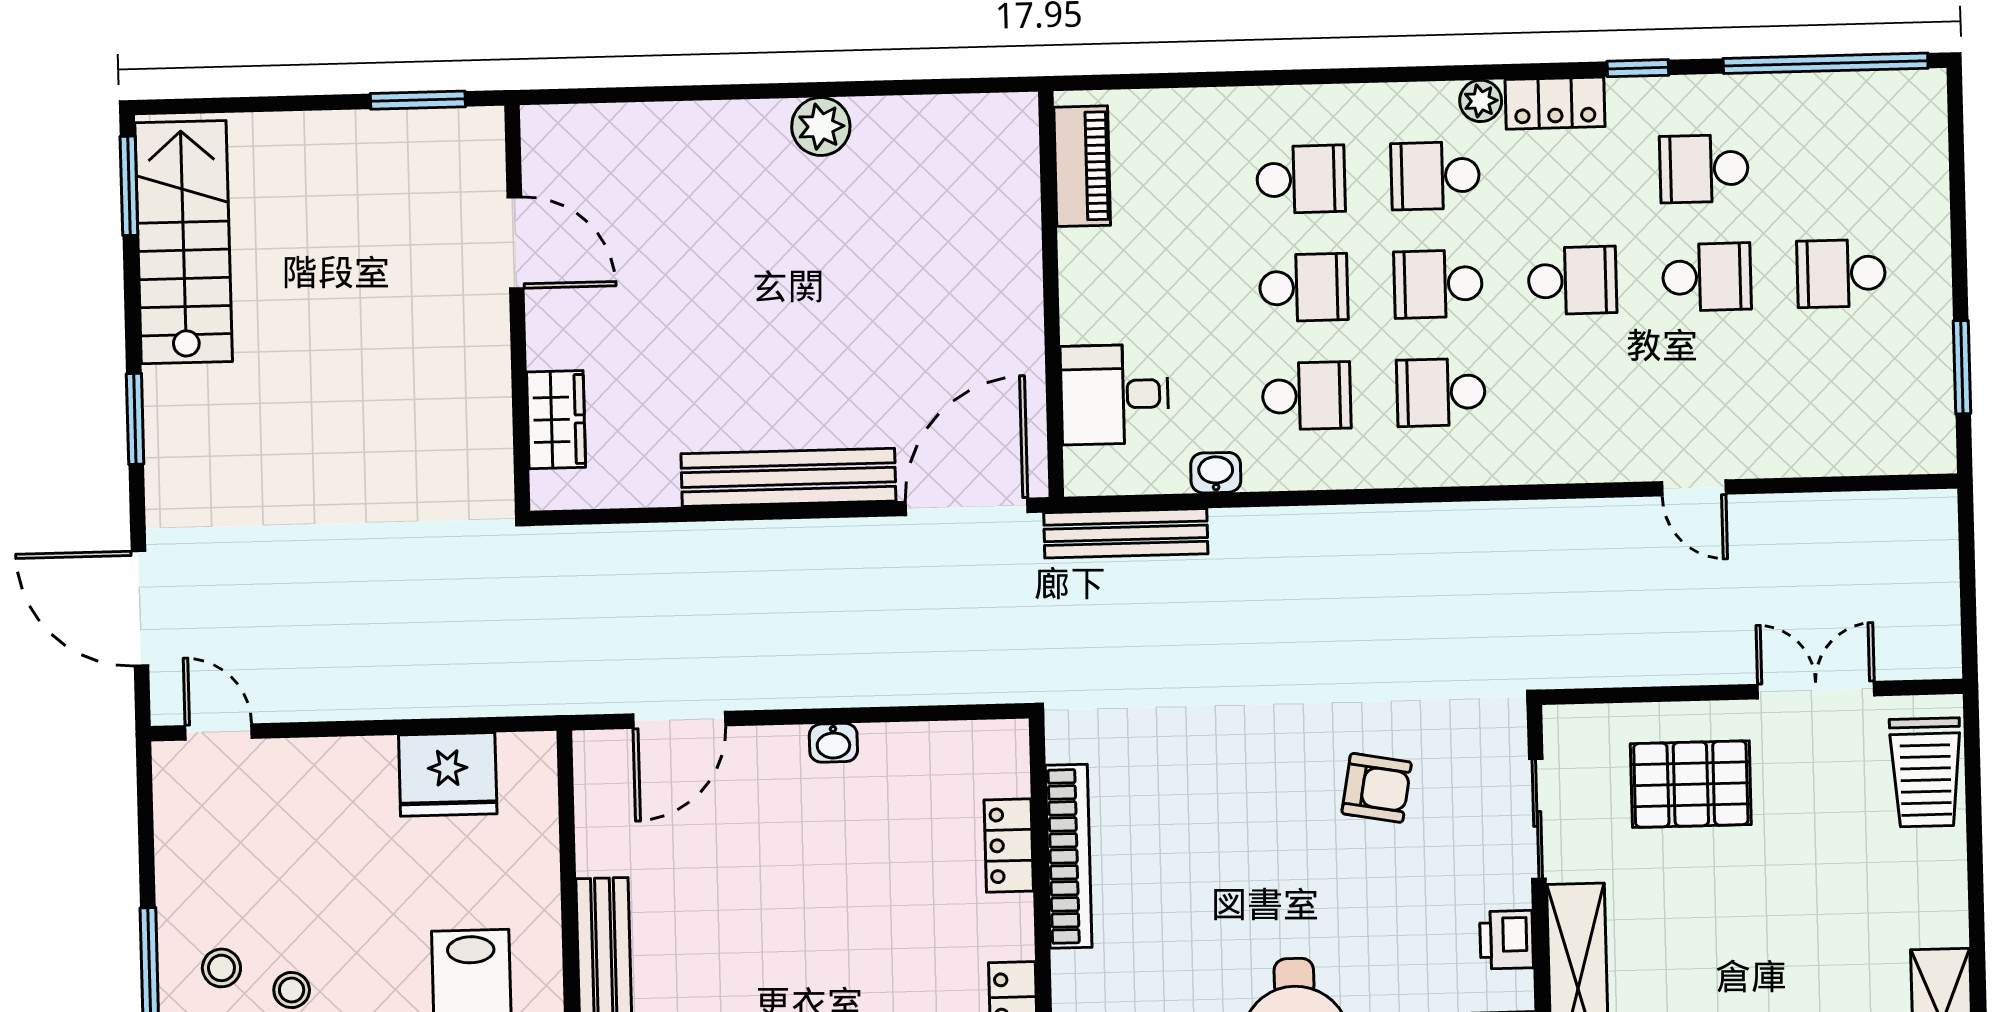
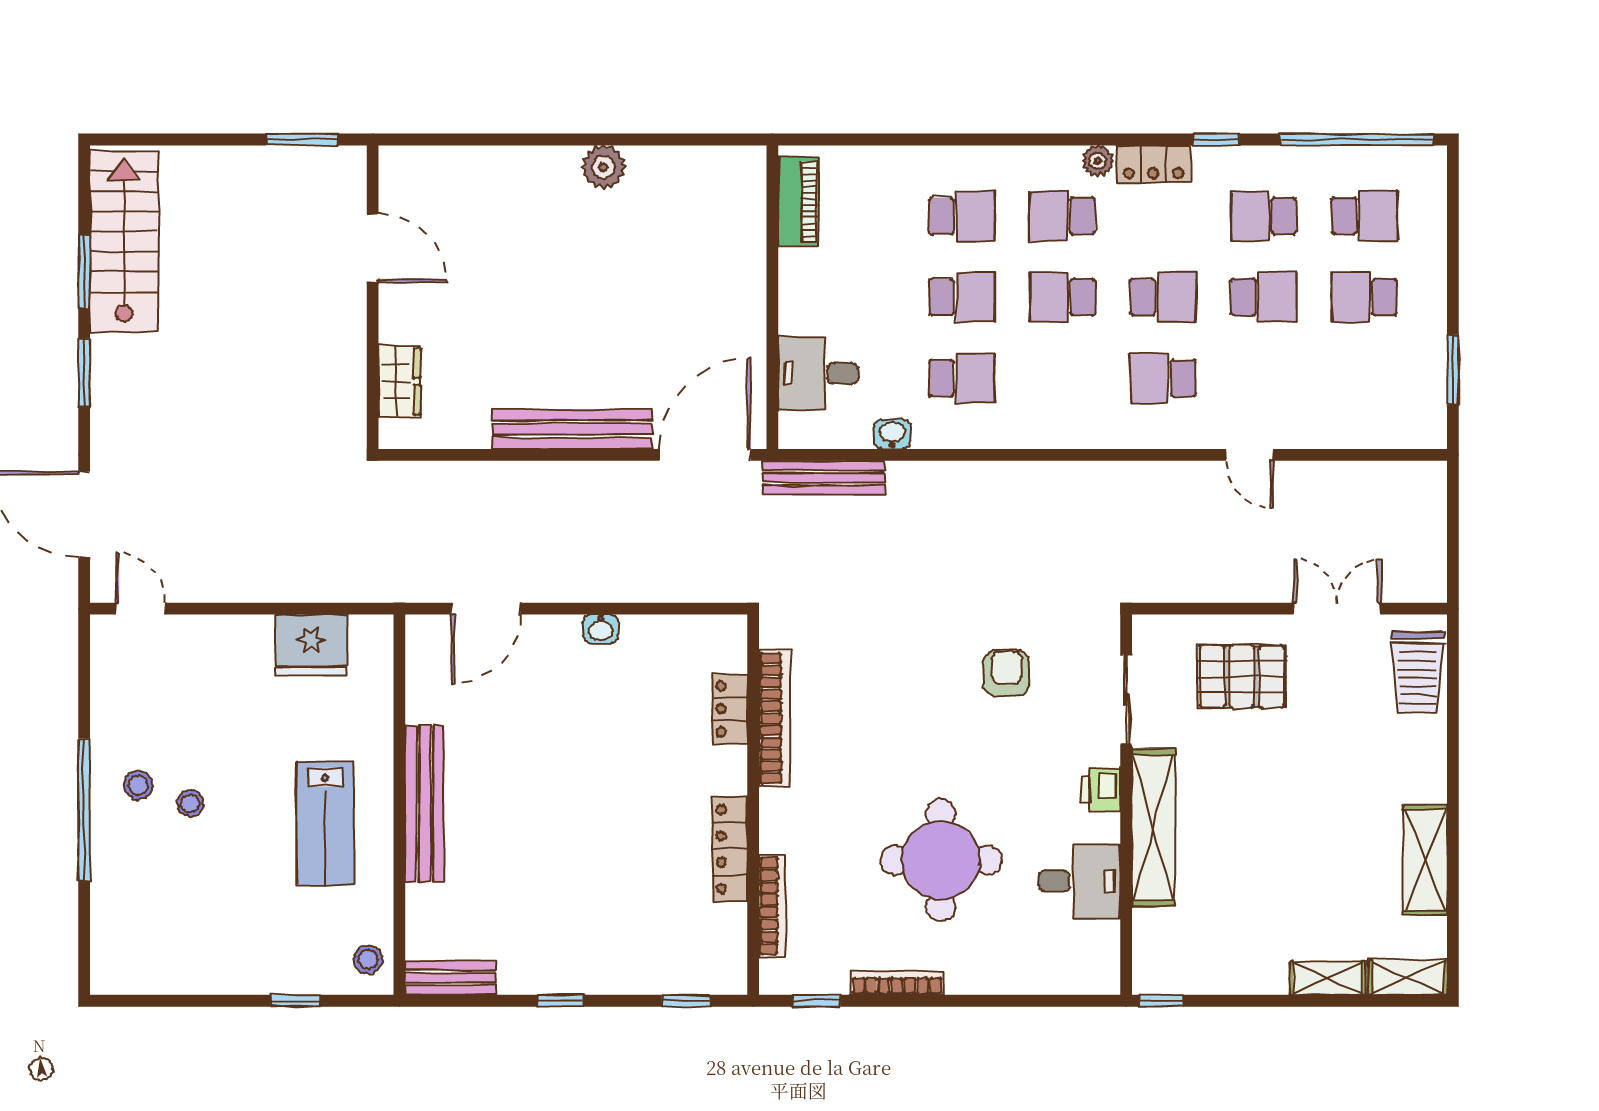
school desk: (1838, 165) -> (1364, 216), added
window: (129, 186) -> (84, 272), moved
school desk: (1441, 392) -> (1163, 378), moved
armchair: (1377, 788) -> (1006, 673), turned -100

